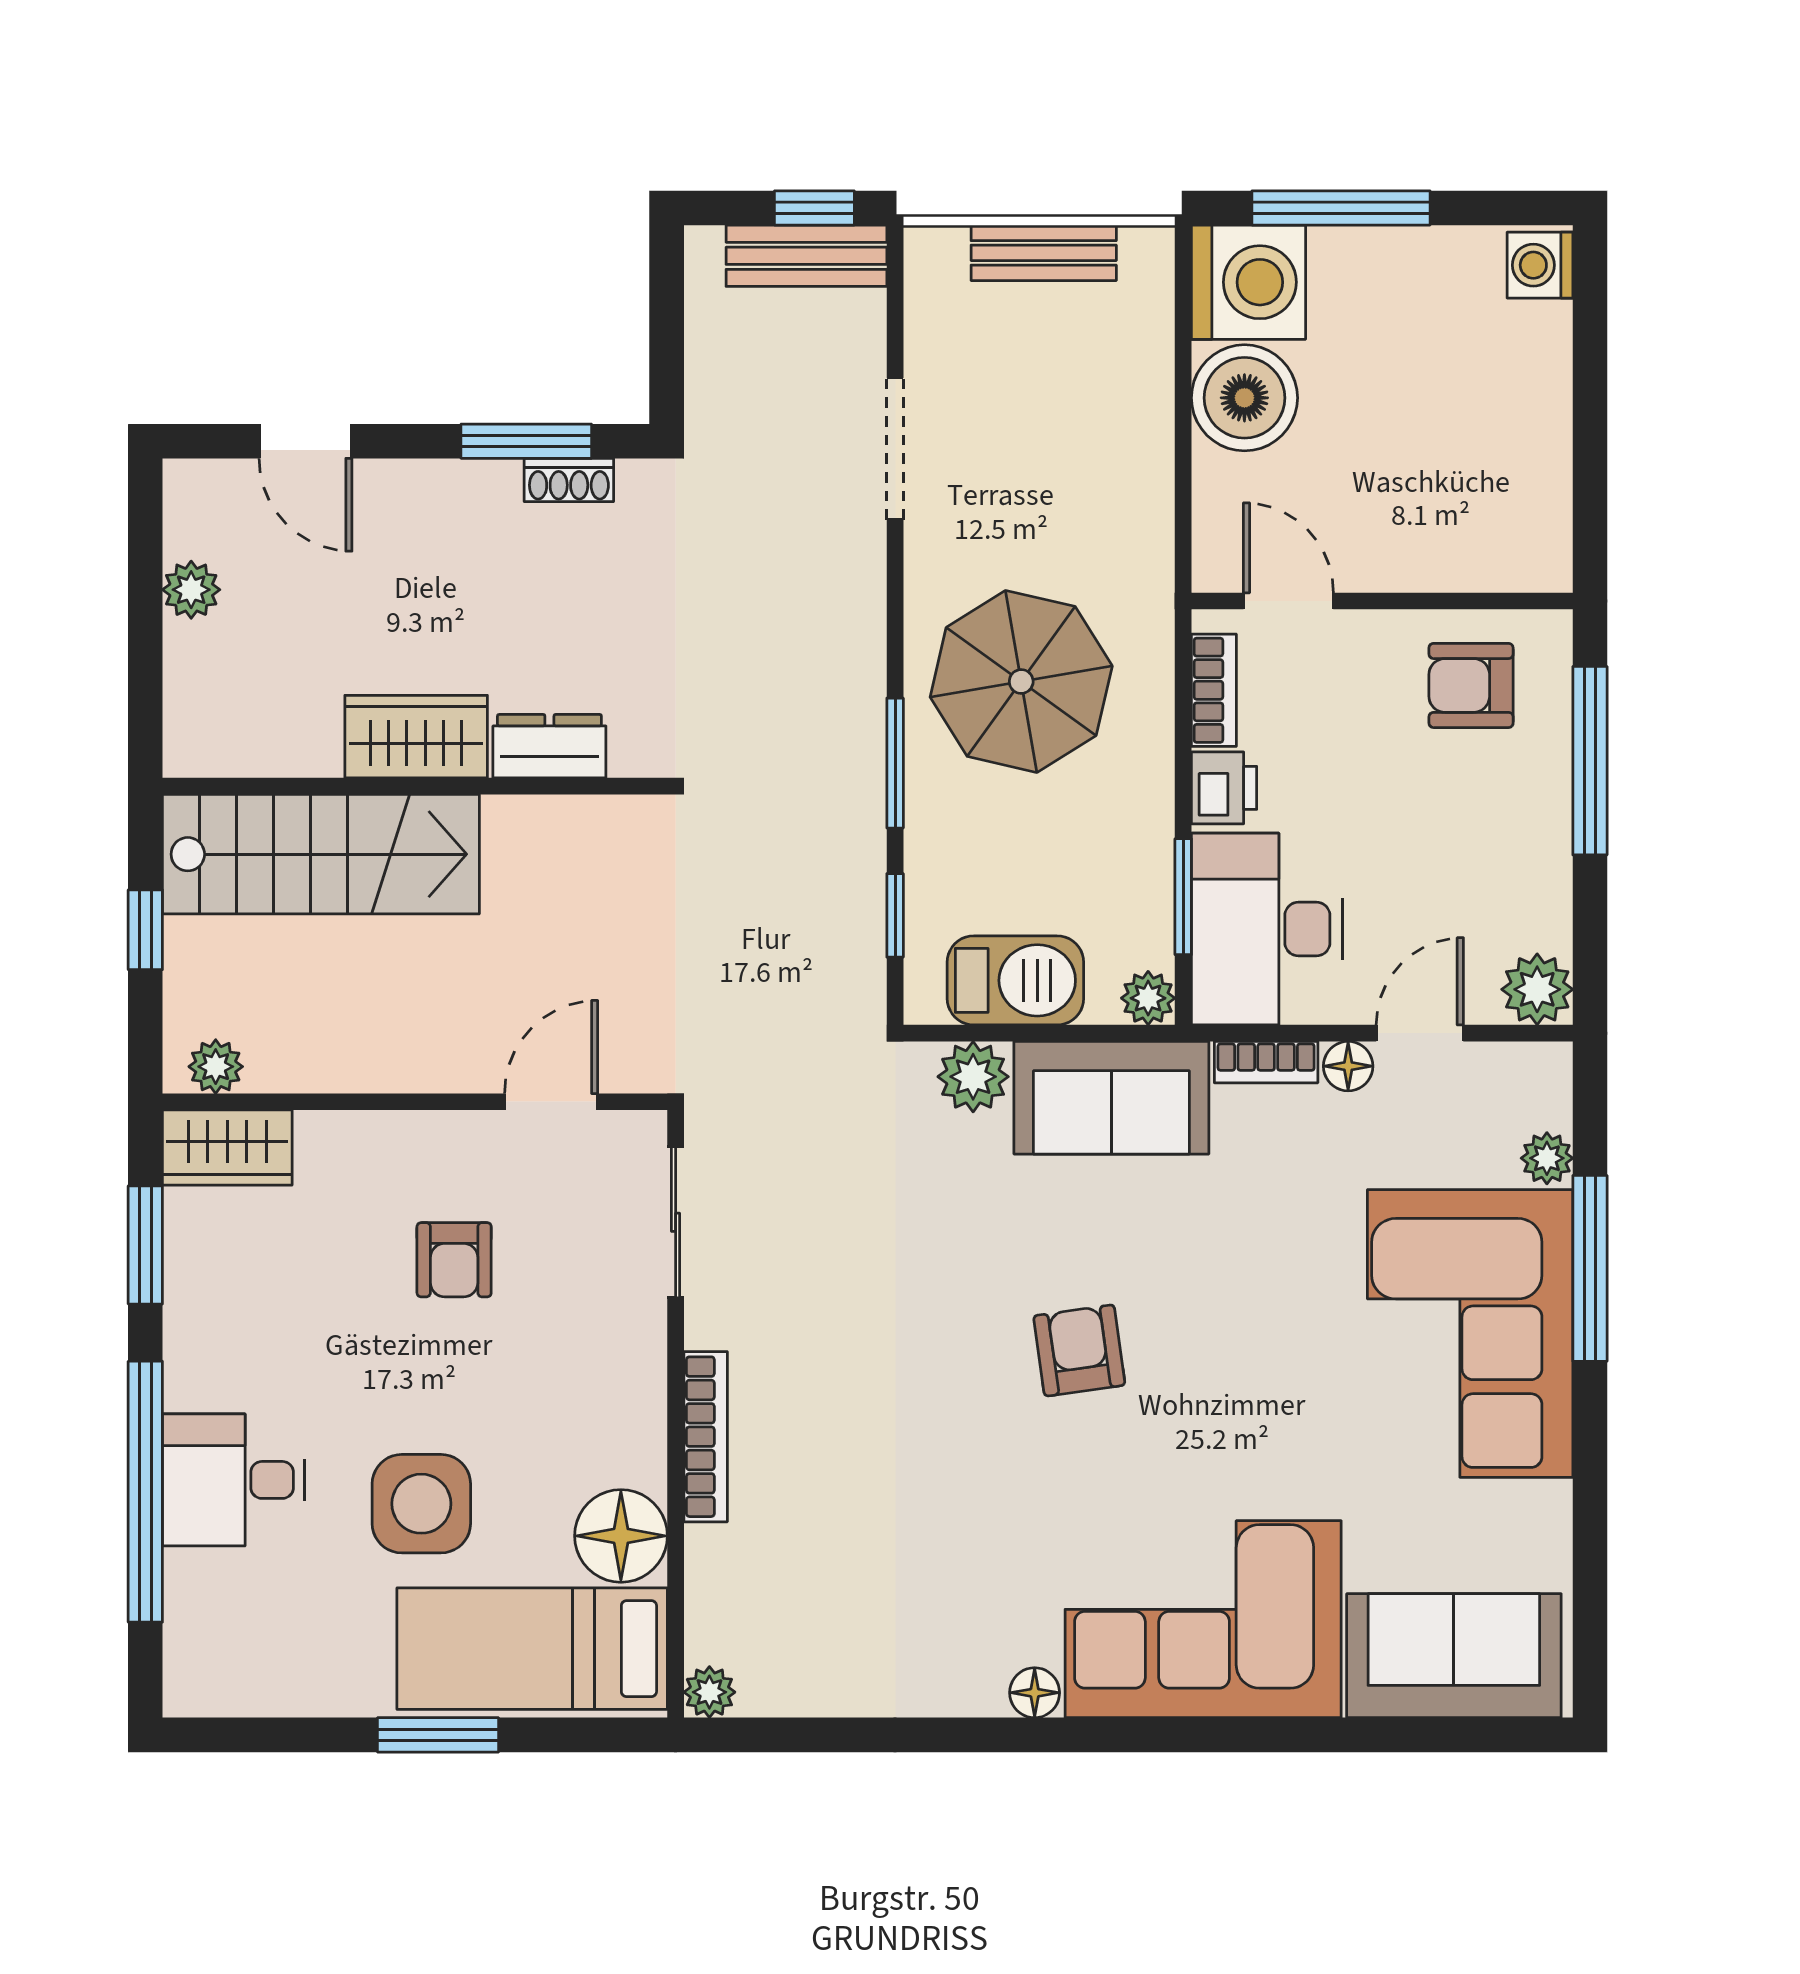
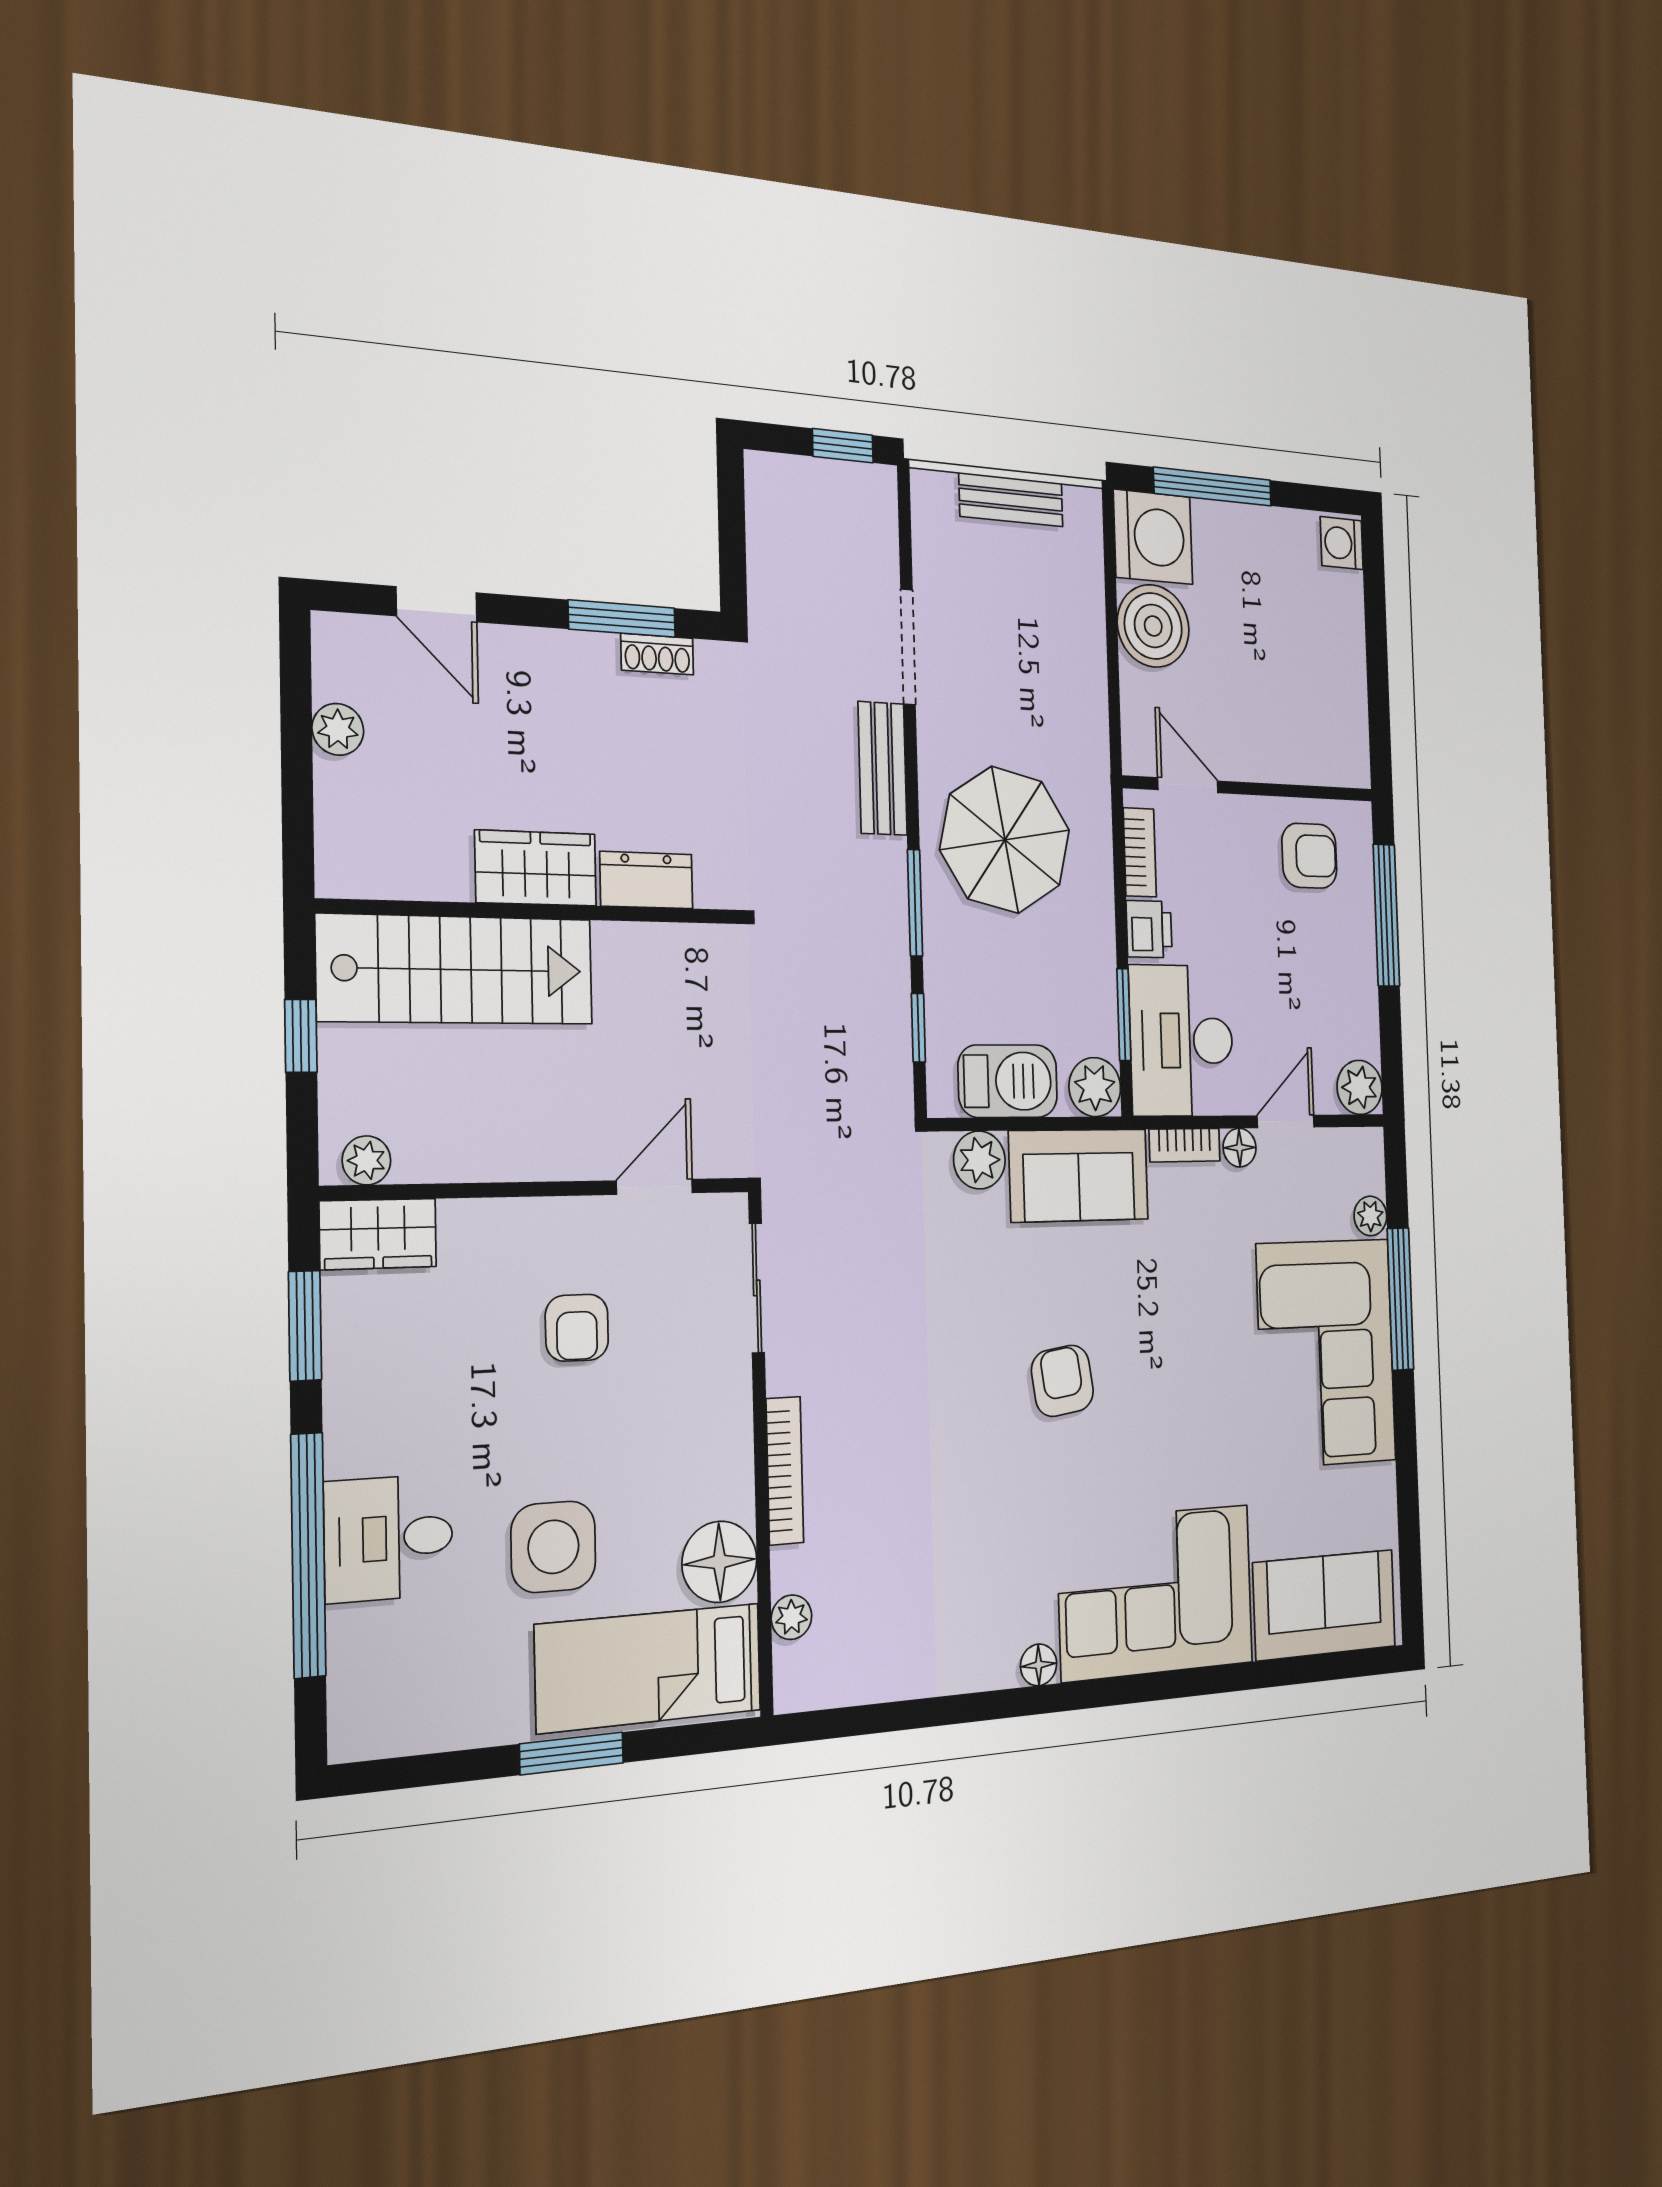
bench: (806, 256) -> (883, 768), moved, turned 90
armchair: (1471, 685) -> (1309, 856), turned 180
plant: (1148, 998) -> (1095, 1087), width x1.38, depth x1.38
plant: (709, 1692) -> (791, 1617), moved

